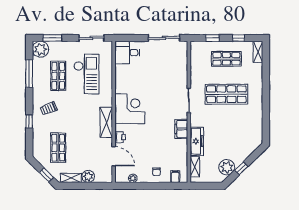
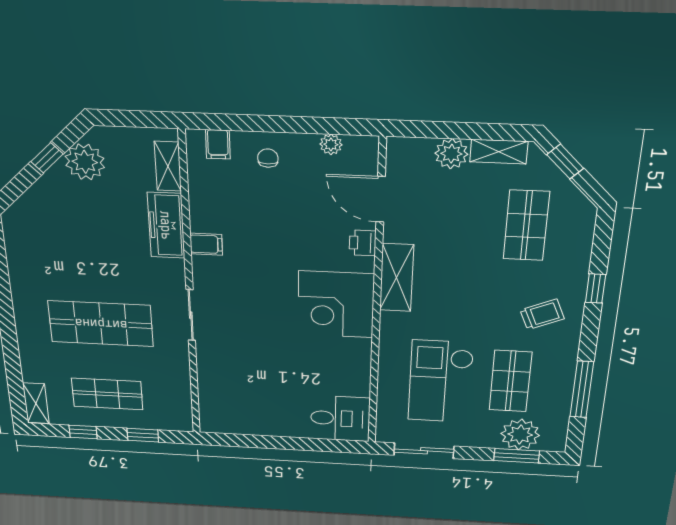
sliding door: (164, 38) -> (254, 441), removed
plant: (40, 49) -> (520, 435), moved
filing cabinet: (181, 129) -> (206, 244), width x0.50

